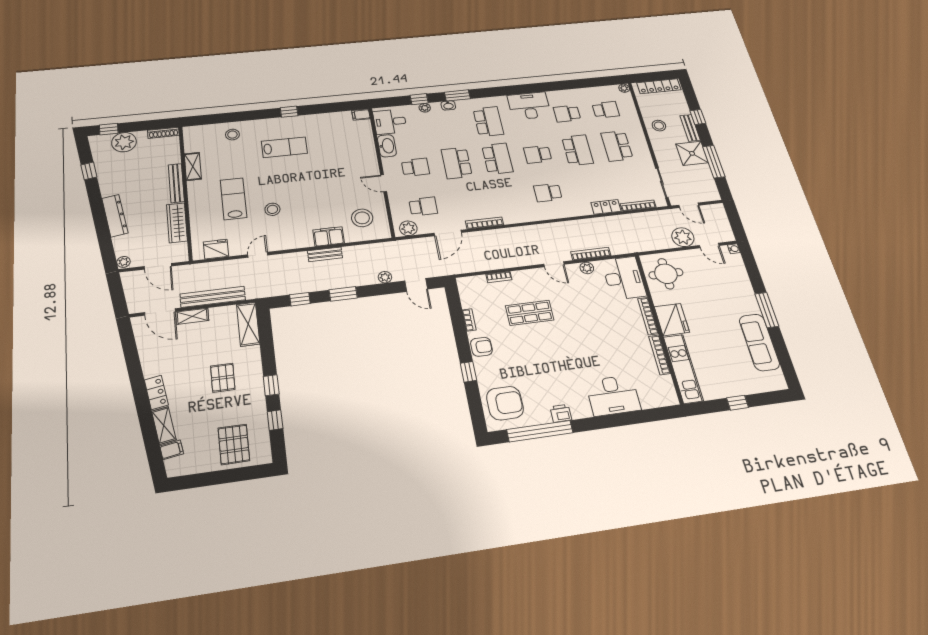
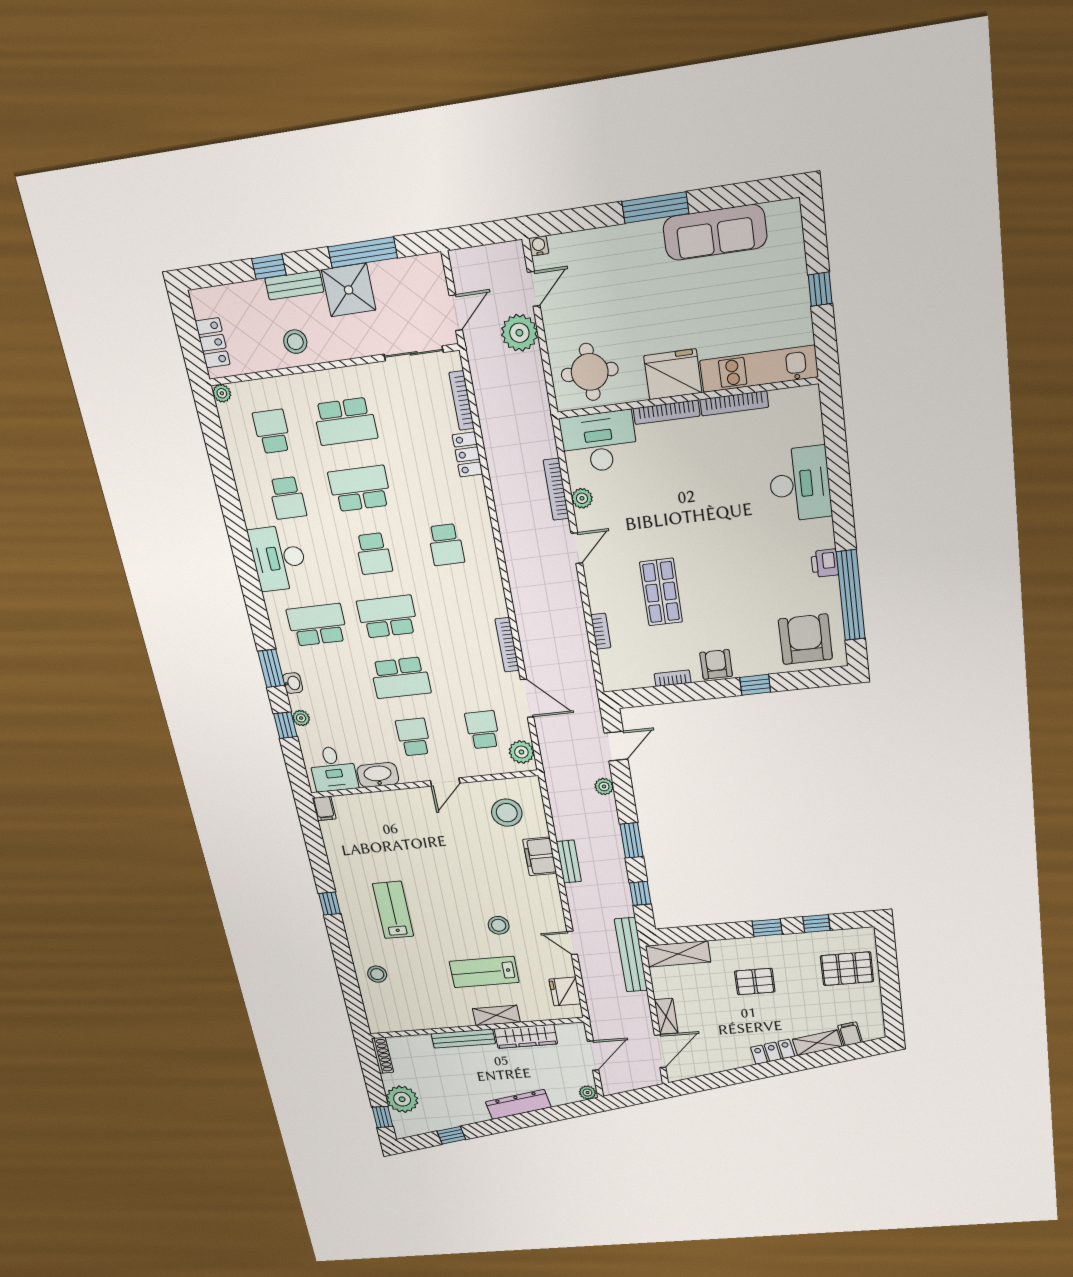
locker: (659, 86) -> (213, 343), width x0.66
shelving: (193, 166) -> (496, 1015), moved
bench: (213, 297) -> (631, 955), moved

